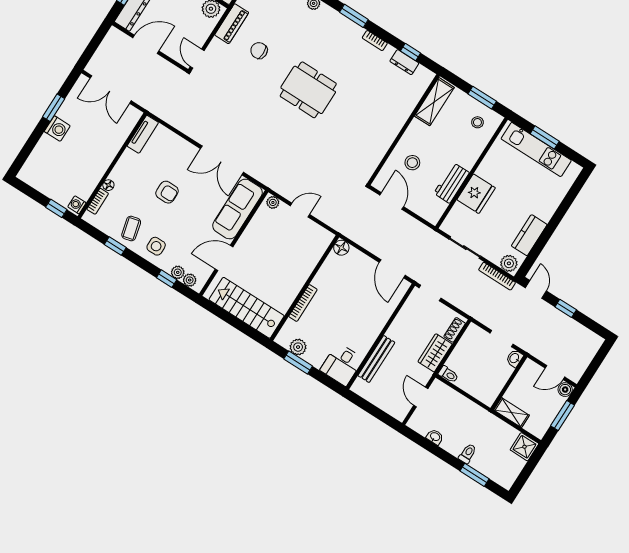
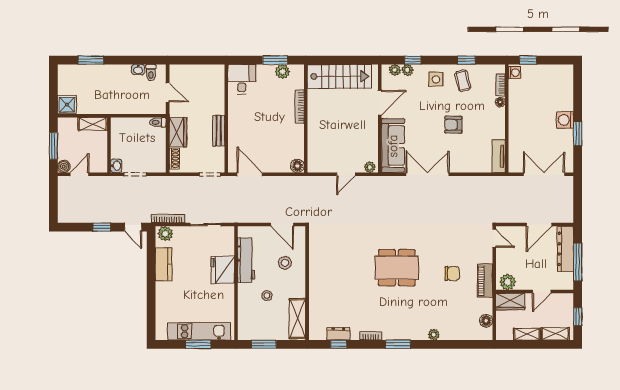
stool: (477, 122) -> (267, 295), moved
workbench: (452, 183) -> (246, 260), width x1.38
bench: (376, 359) -> (219, 131), moved, width x0.73
toilet: (468, 454) -> (151, 73), moved

